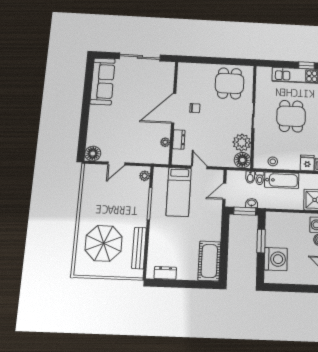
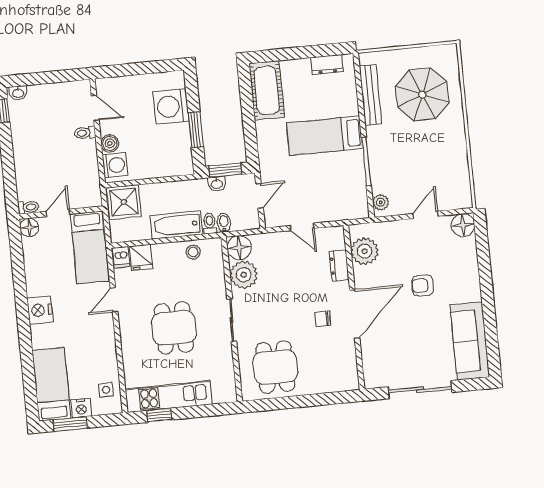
armchair: (127, 119) -> (423, 285), added
plant: (165, 142) -> (365, 251), width x1.88, depth x1.88
bed: (179, 192) -> (325, 136), moved, turned -90

